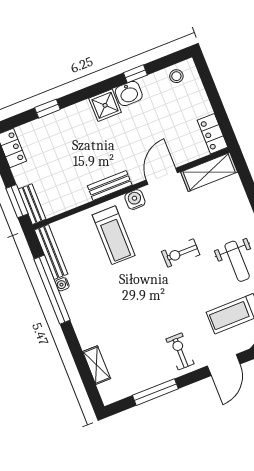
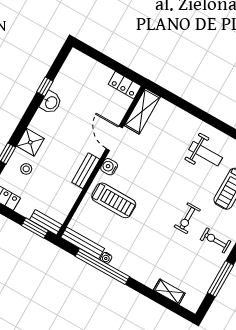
stool: (176, 76) -> (26, 169), moved
shower: (105, 105) -> (30, 142), moved
exercise bike: (181, 253) -> (187, 218), moved

